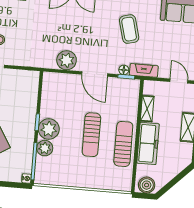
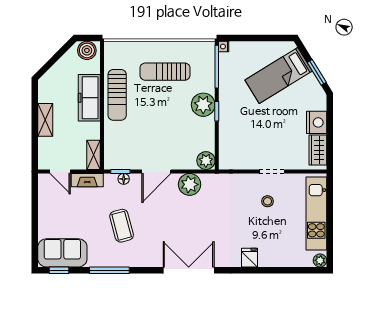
fireplace: (144, 70) -> (87, 180), moved
door: (95, 74) -> (156, 171), swing flipped
shelving: (147, 109) -> (93, 155), moved
sun lounger: (91, 135) -> (165, 72), moved, turned -90
plant: (45, 148) -> (206, 161), moved

